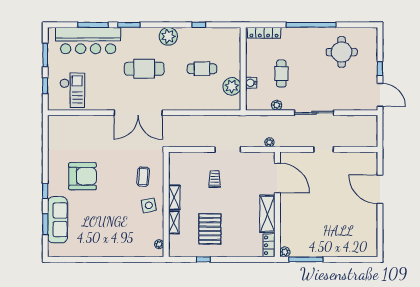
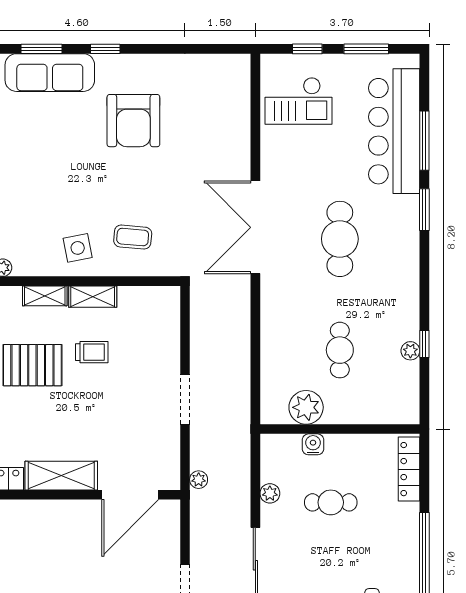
plant: (168, 36) -> (410, 351), moved, width x0.53, depth x0.53
trolley: (215, 179) -> (92, 352), moved

